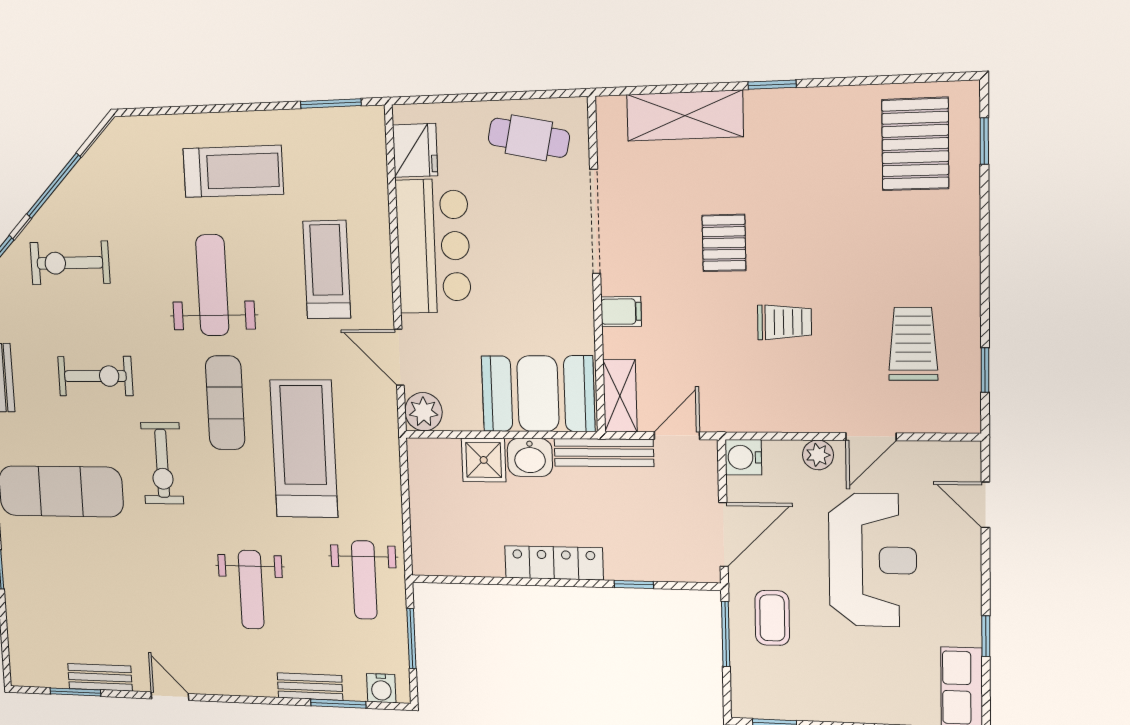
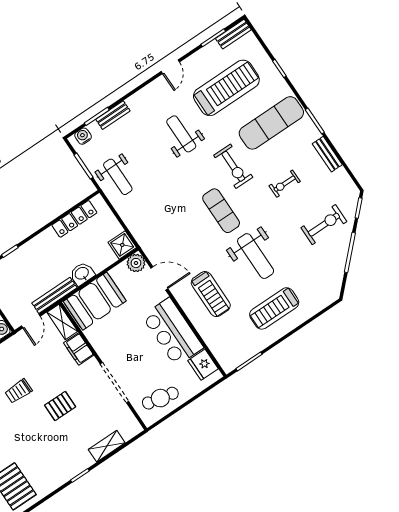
shelving: (685, 116) -> (107, 446), width x0.67, depth x0.75
pallet: (724, 243) -> (60, 406), turned 90
filing cabinet: (621, 312) -> (79, 349), width x2.00
exercise bike: (95, 376) -> (285, 184), width x0.73, depth x0.72
treadmill: (304, 449) -> (226, 88), moved, turned -90
shower: (484, 460) -> (122, 245), moved
exercise bike: (162, 463) -> (233, 166), turned 180
locker: (554, 563) -> (74, 219), moved
weight bench: (364, 580) -> (118, 177), turned 180
weight bench: (251, 590) -> (181, 134), moved
bench: (100, 677) -> (233, 34), moved
door: (170, 696) -> (170, 67), hinge flipped

